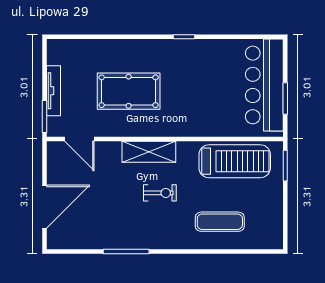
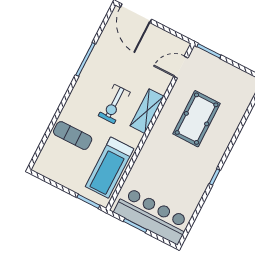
tv unit: (53, 91) -> (224, 66), removed
exercise bike: (160, 193) -> (114, 104), width x1.38, depth x1.39
door: (45, 207) -> (136, 13), moved
exercise mat: (220, 222) -> (73, 136), turned 90

